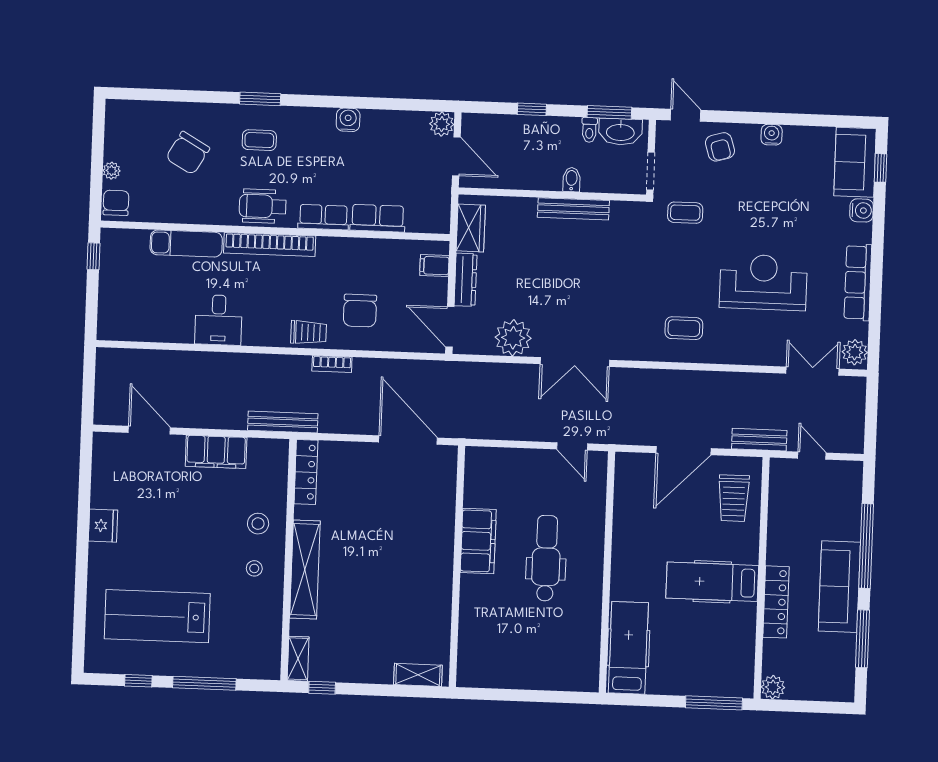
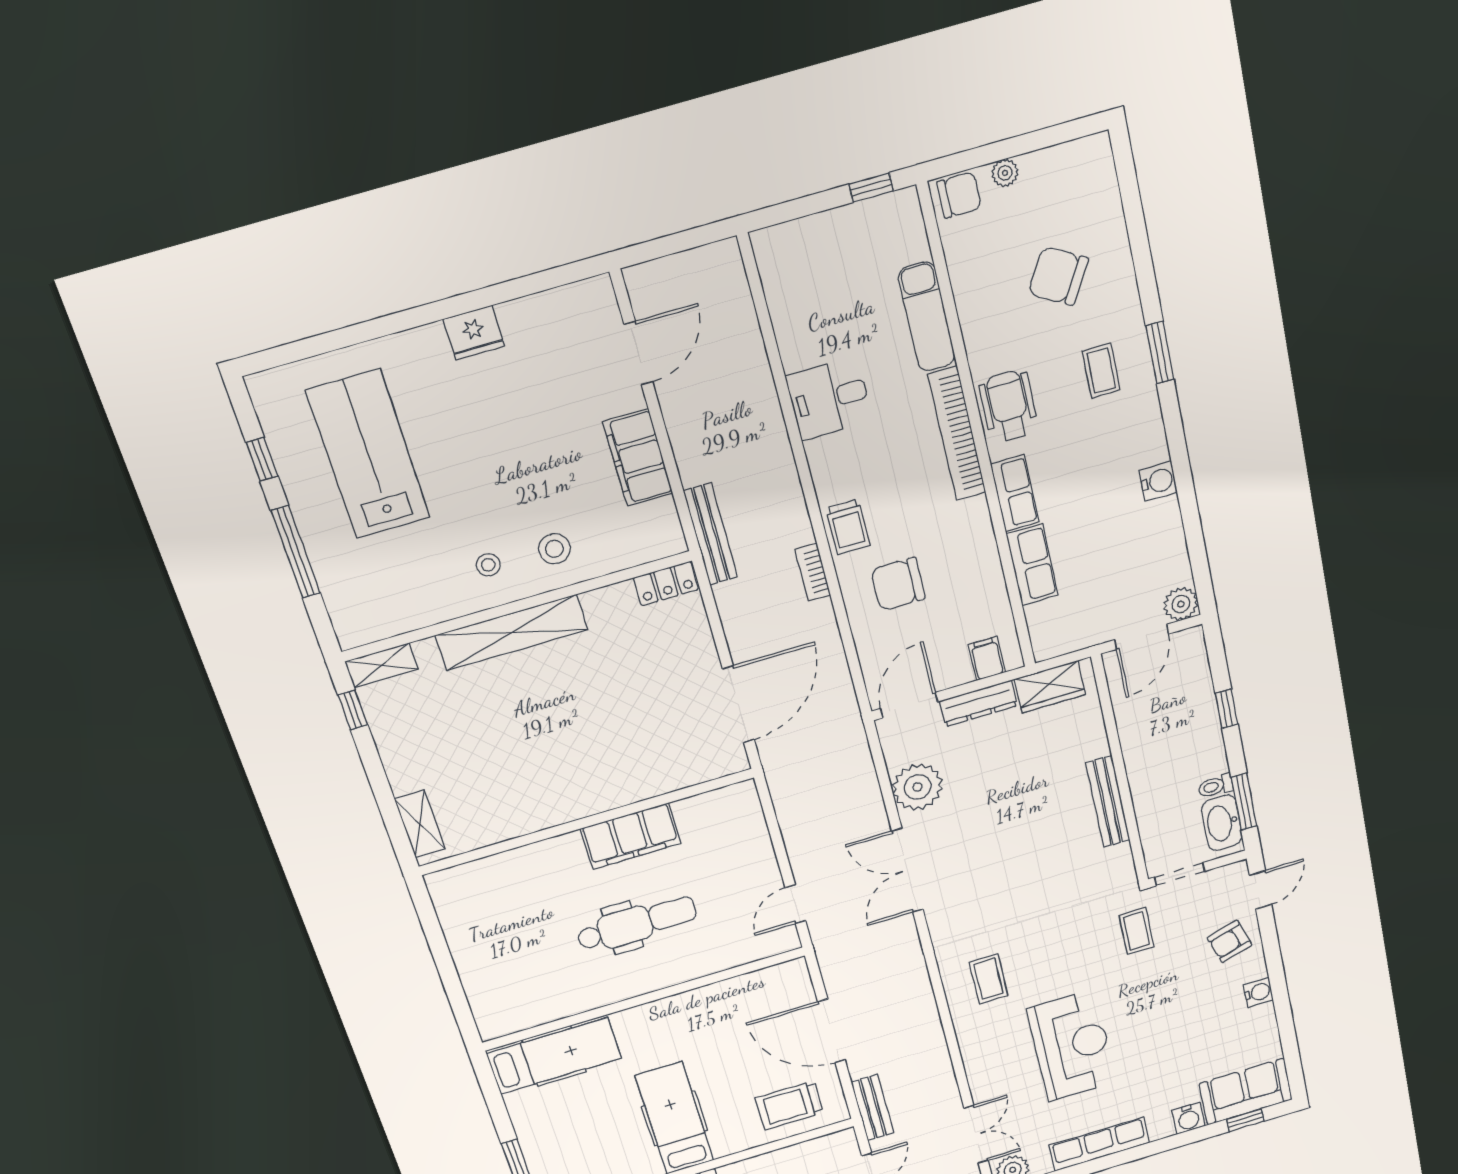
bidet: (572, 180) -> (1146, 787), removed
locker: (306, 472) -> (666, 584), width x0.66

